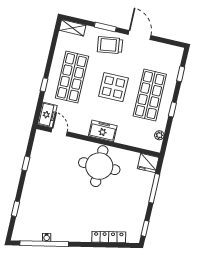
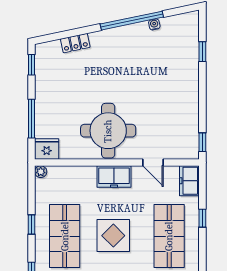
door: (59, 132) -> (153, 163), moved
plant: (159, 135) -> (41, 172), moved
window: (26, 163) -> (202, 142), moved
locker: (109, 237) -> (75, 43), width x0.66
window: (44, 244) -> (132, 21), moved

